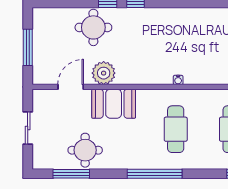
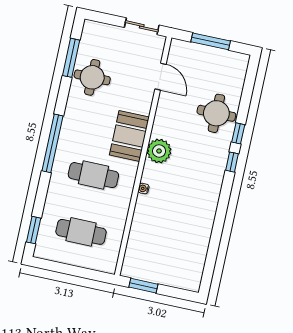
plant: (104, 73) -> (159, 151), moved
booth: (114, 104) -> (129, 136), moved
sliding door: (28, 128) -> (142, 26), moved

